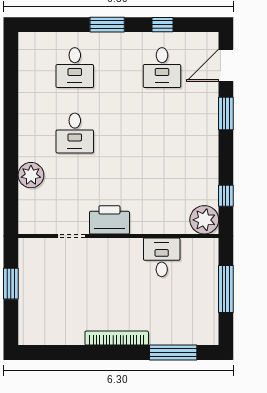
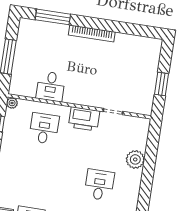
desk: (162, 198) -> (44, 128), added
plant: (204, 220) -> (12, 103), width x0.53, depth x0.53

